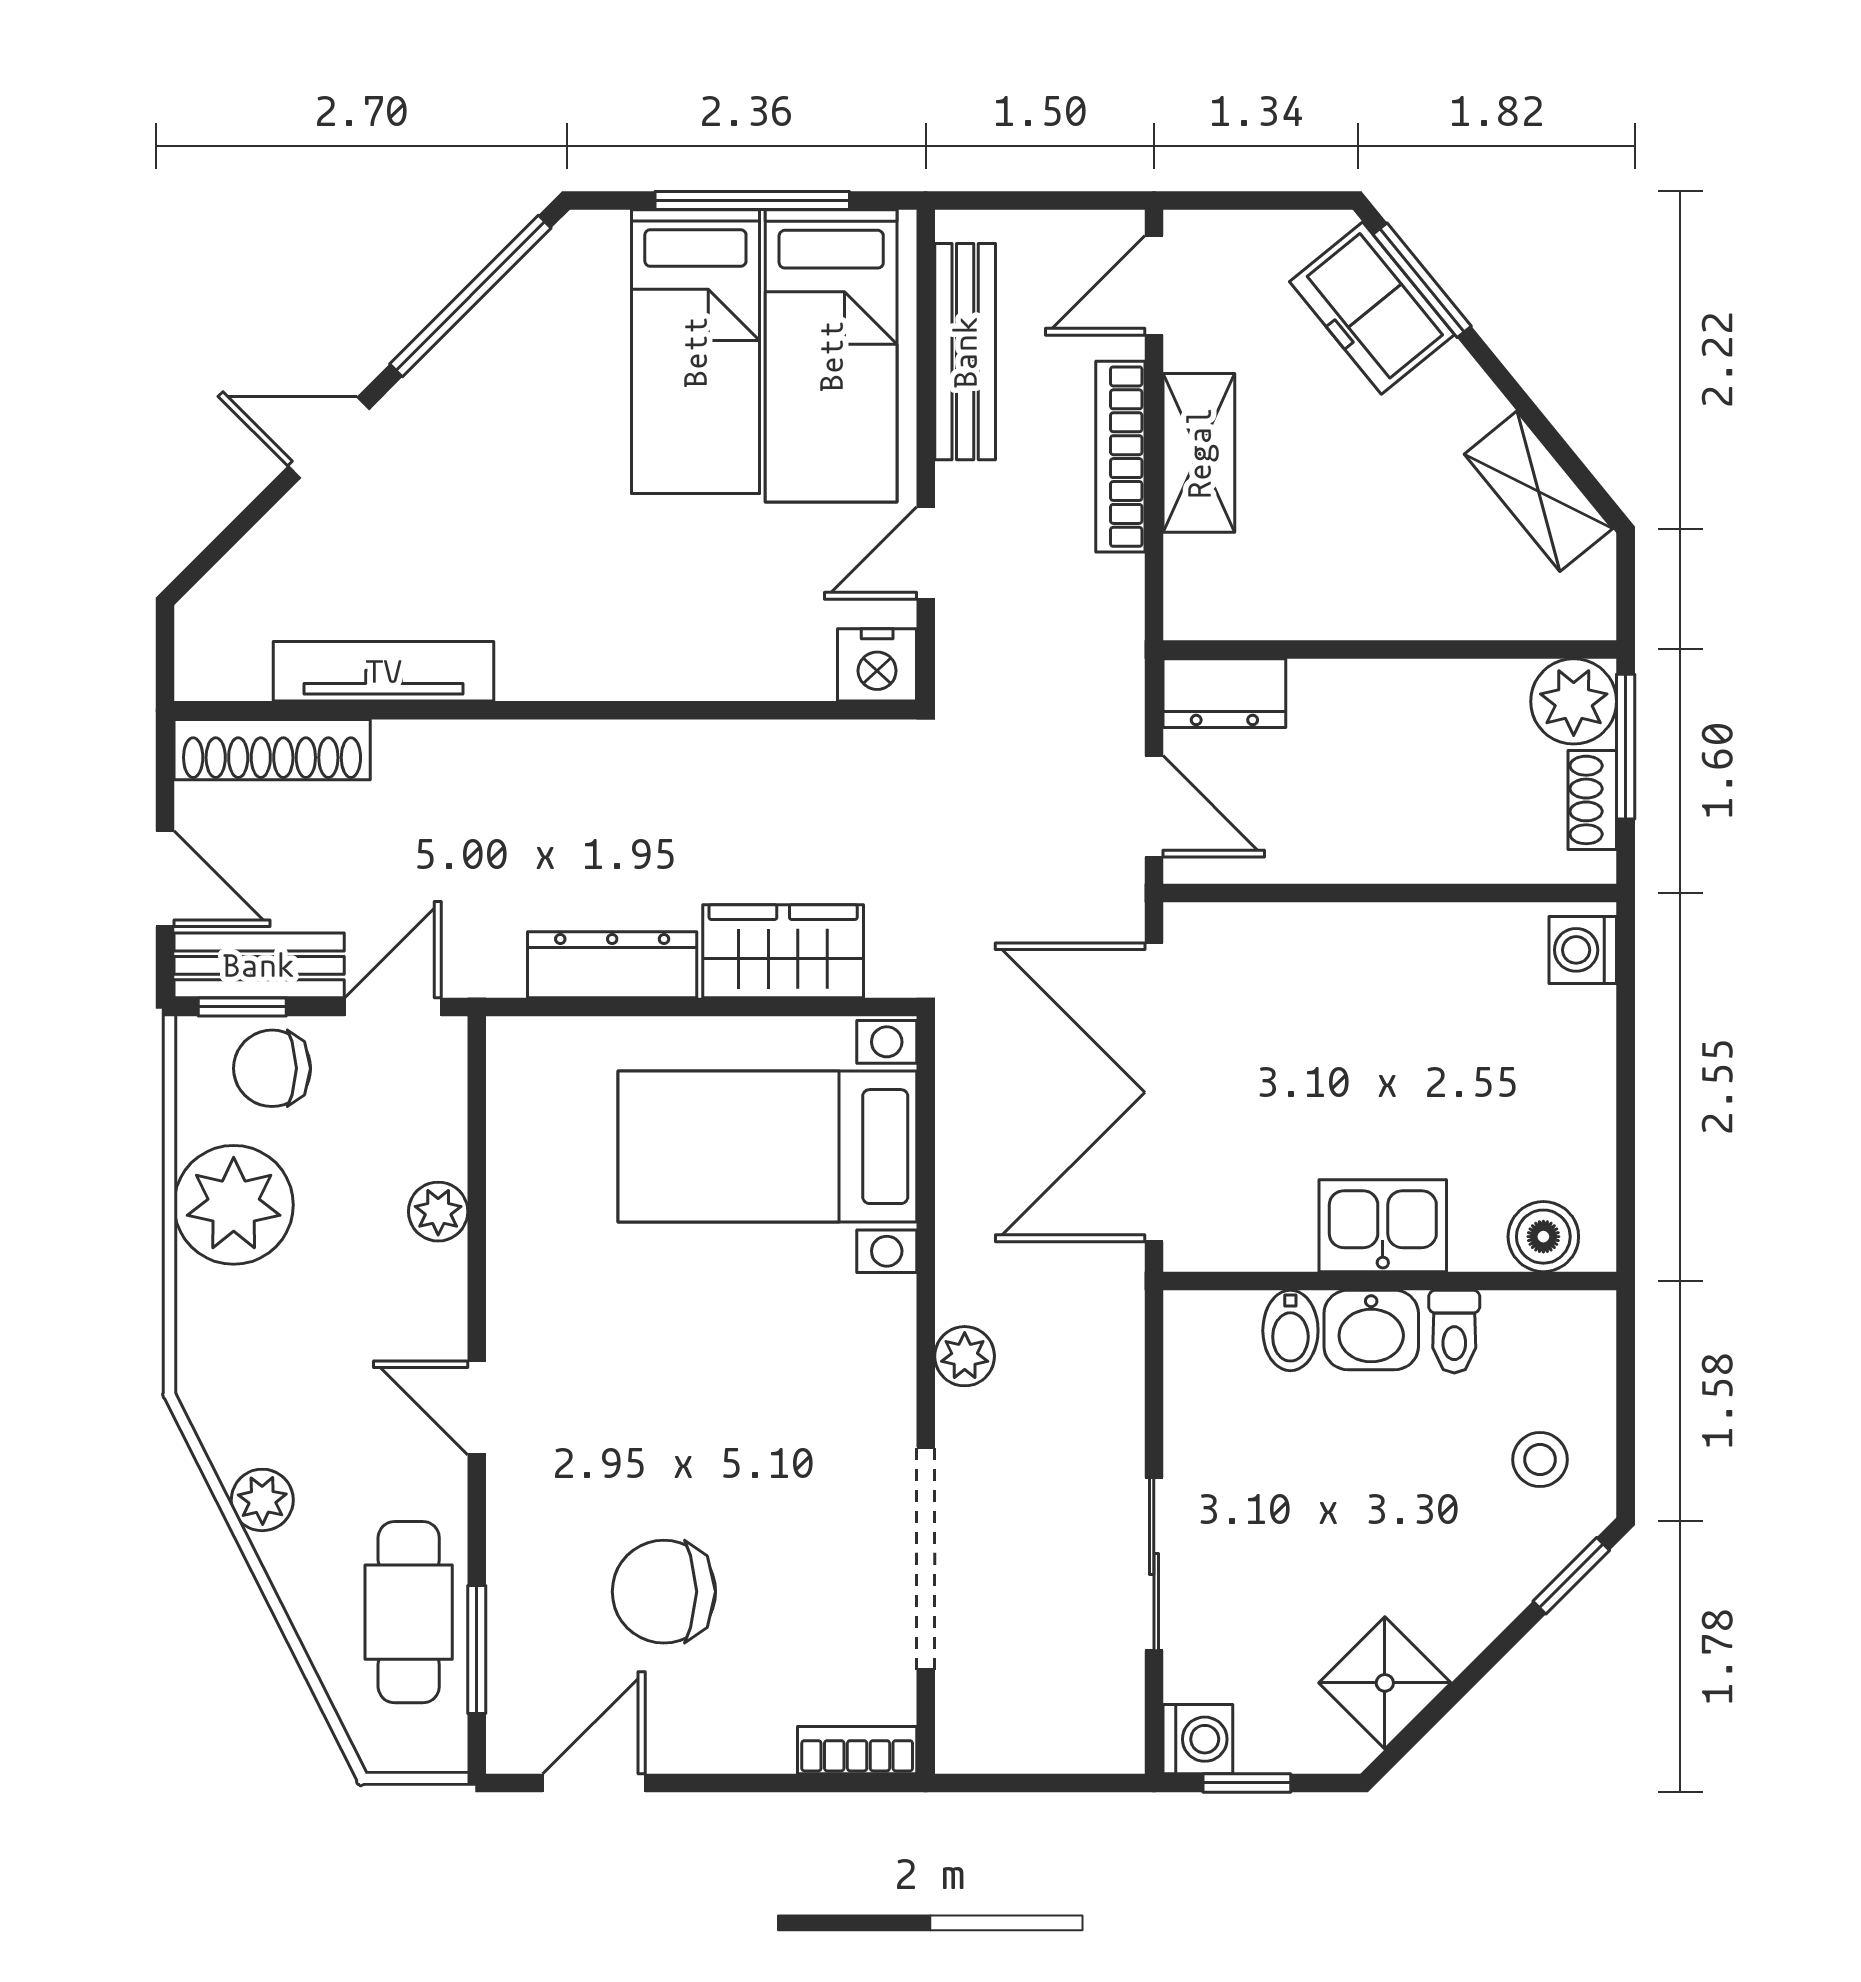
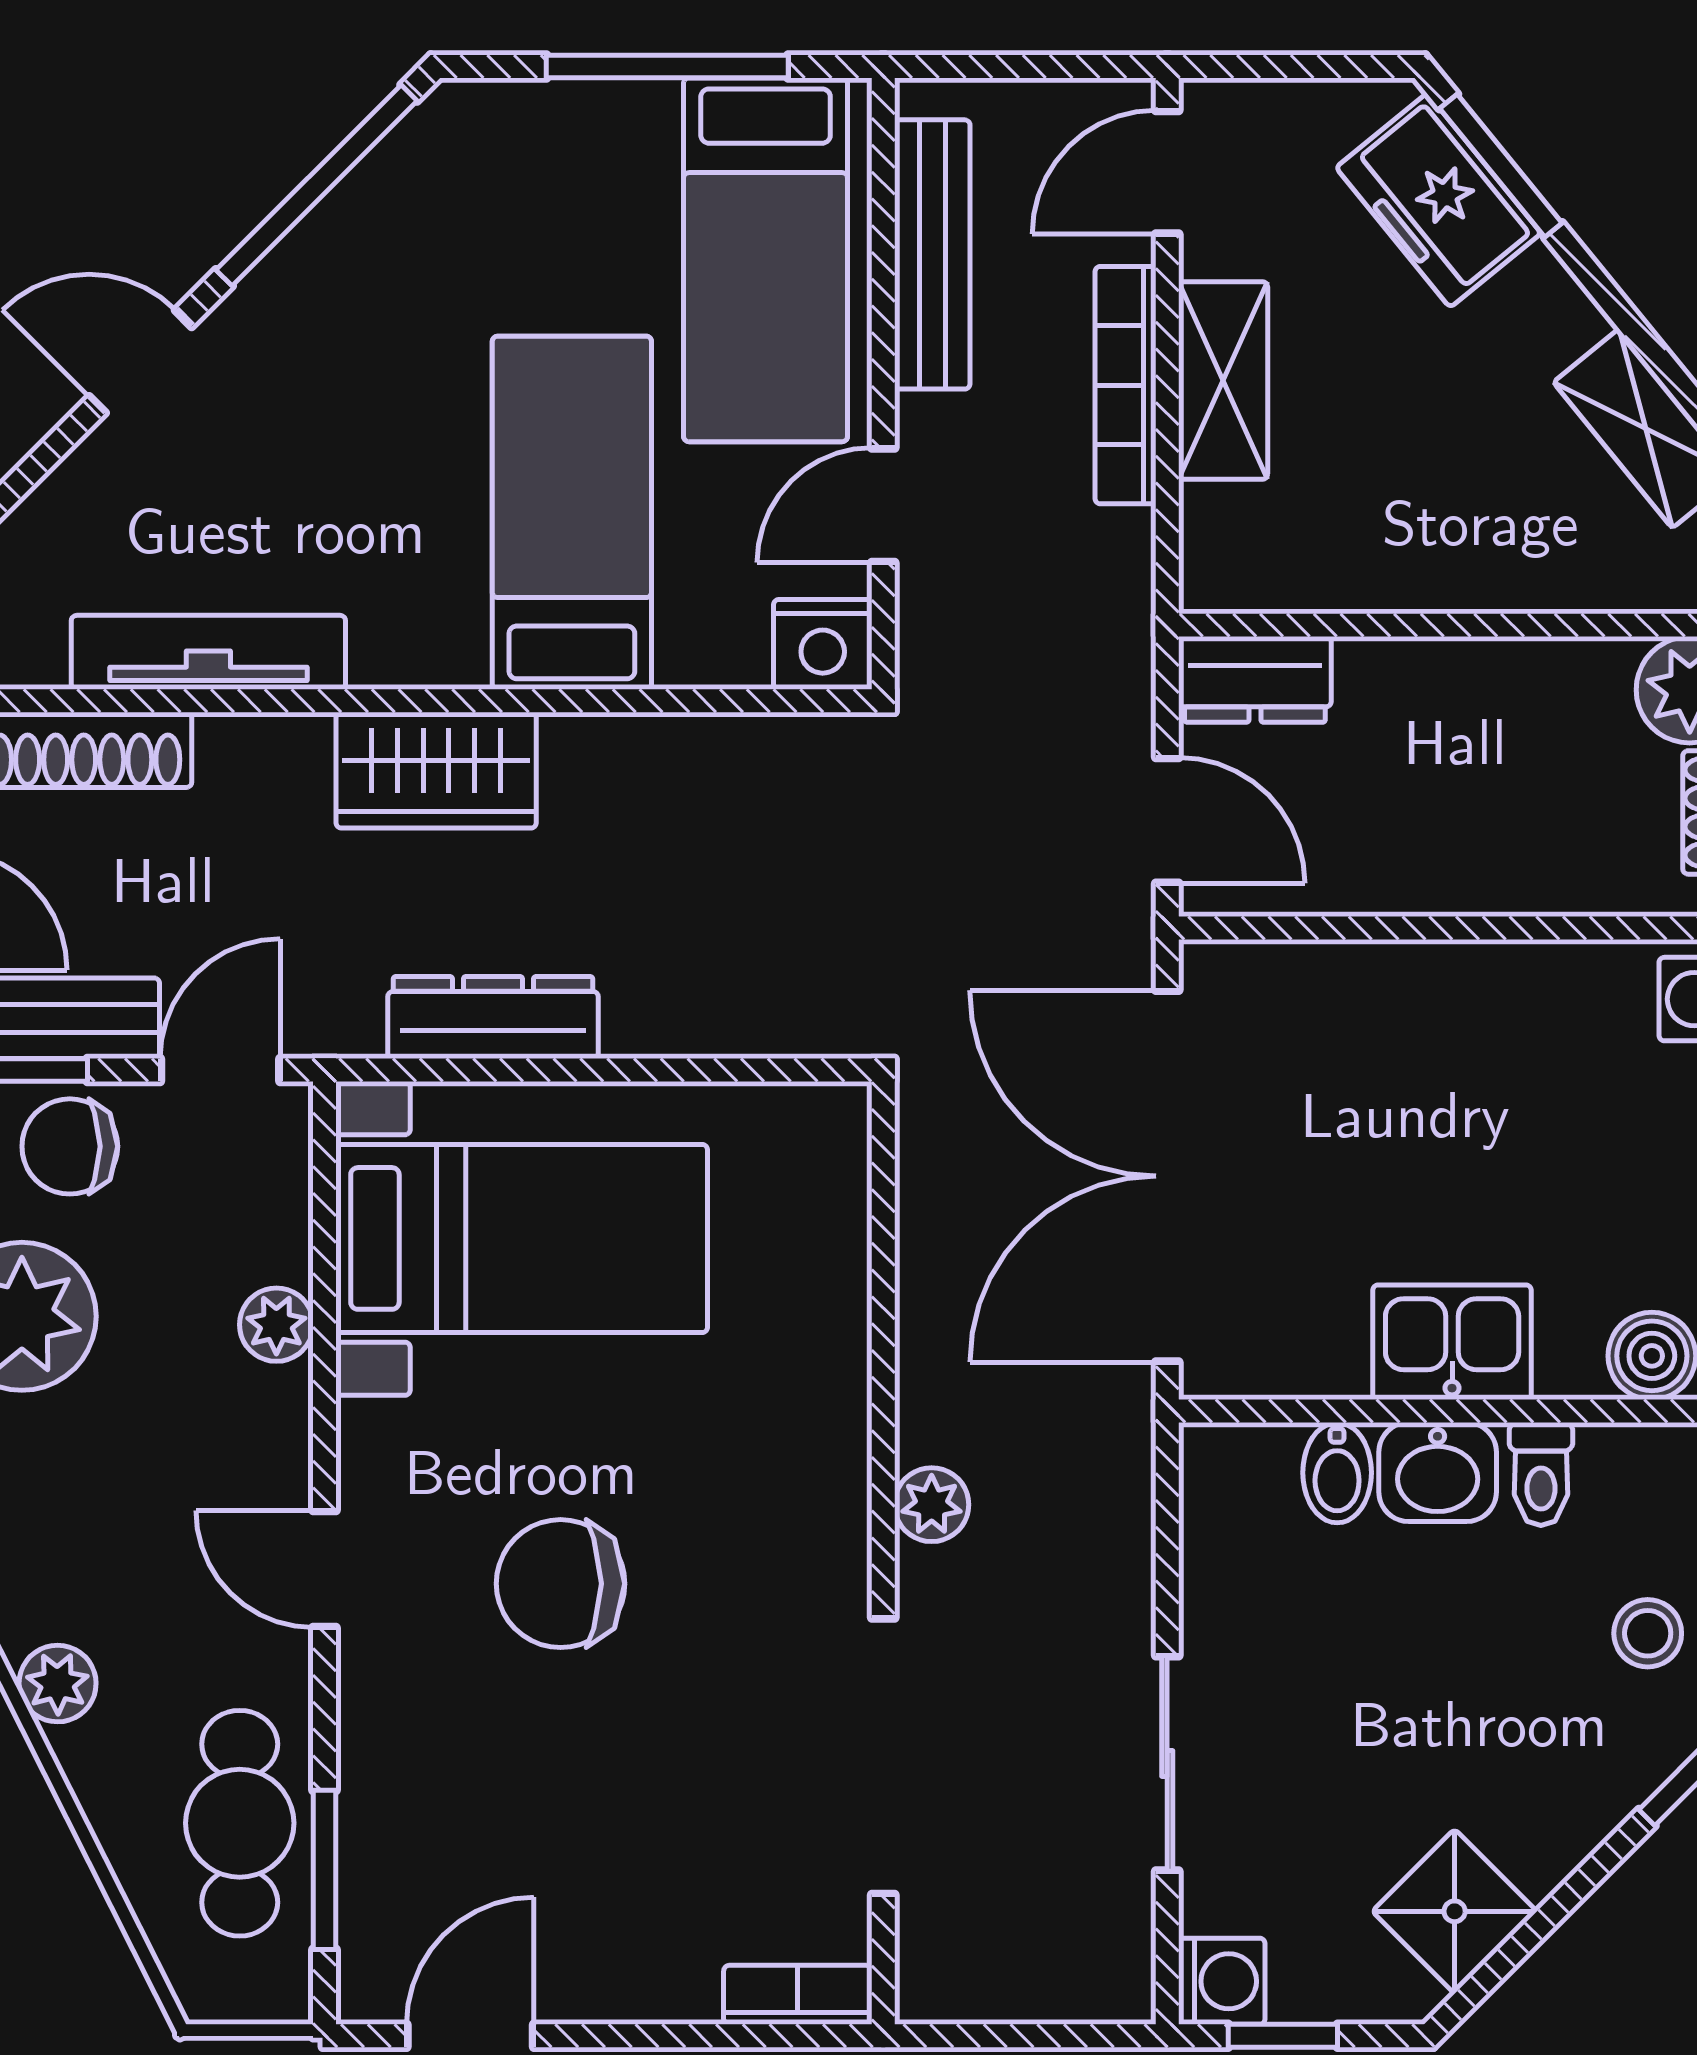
bed: (695, 352) -> (572, 513), moved, turned 180
wardrobe: (783, 951) -> (436, 770), moved, turned 180
bed with nightstands: (767, 1147) -> (522, 1238), moved, turned 180
chair: (664, 1592) -> (561, 1584), moved

